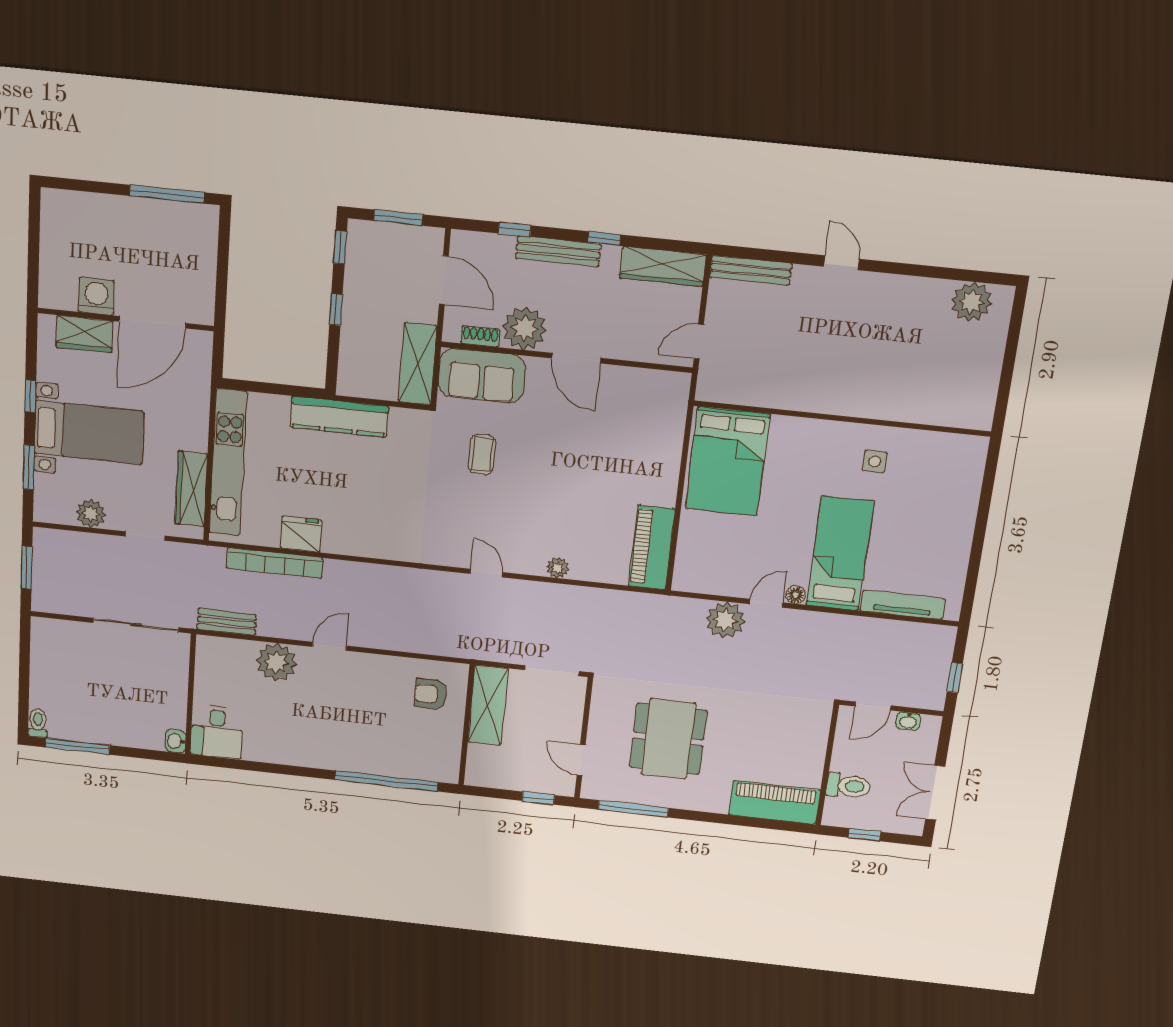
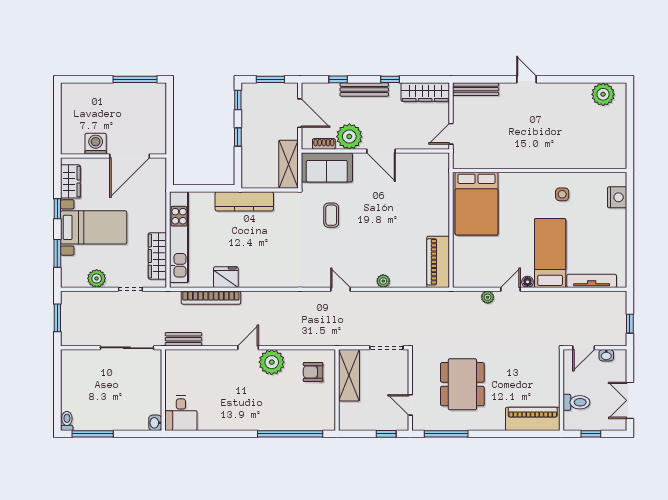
wardrobe: (84, 334) -> (70, 181), moved, turned -90
nightstand: (967, 476) -> (617, 197), added
plant: (725, 620) -> (488, 297), width x0.53, depth x0.53
plant: (276, 662) -> (272, 362), moved

